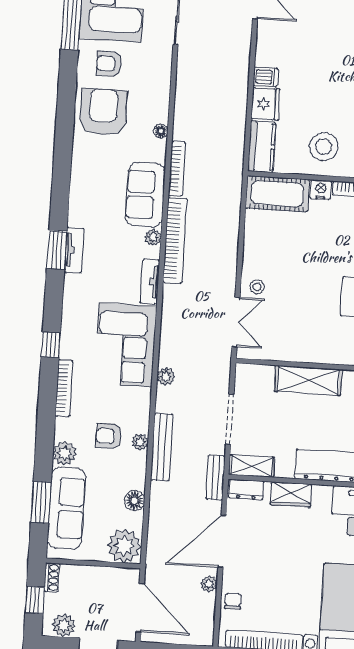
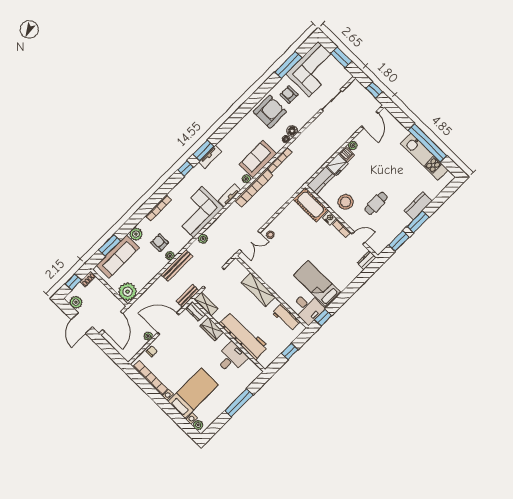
plant: (263, 57) -> (353, 145), added
window: (51, 345) -> (186, 169), moved
floor lamp: (134, 501) -> (292, 131), moved

